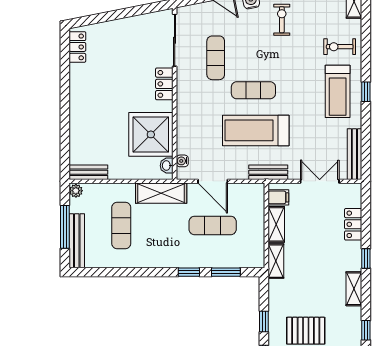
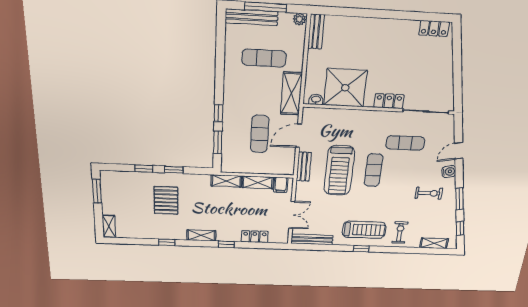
treadmill: (338, 91) -> (364, 230), turned 180
treadmill: (256, 130) -> (339, 170), turned 180
water cooler: (182, 161) -> (319, 112), removed
bench: (268, 172) -> (304, 167), moved

